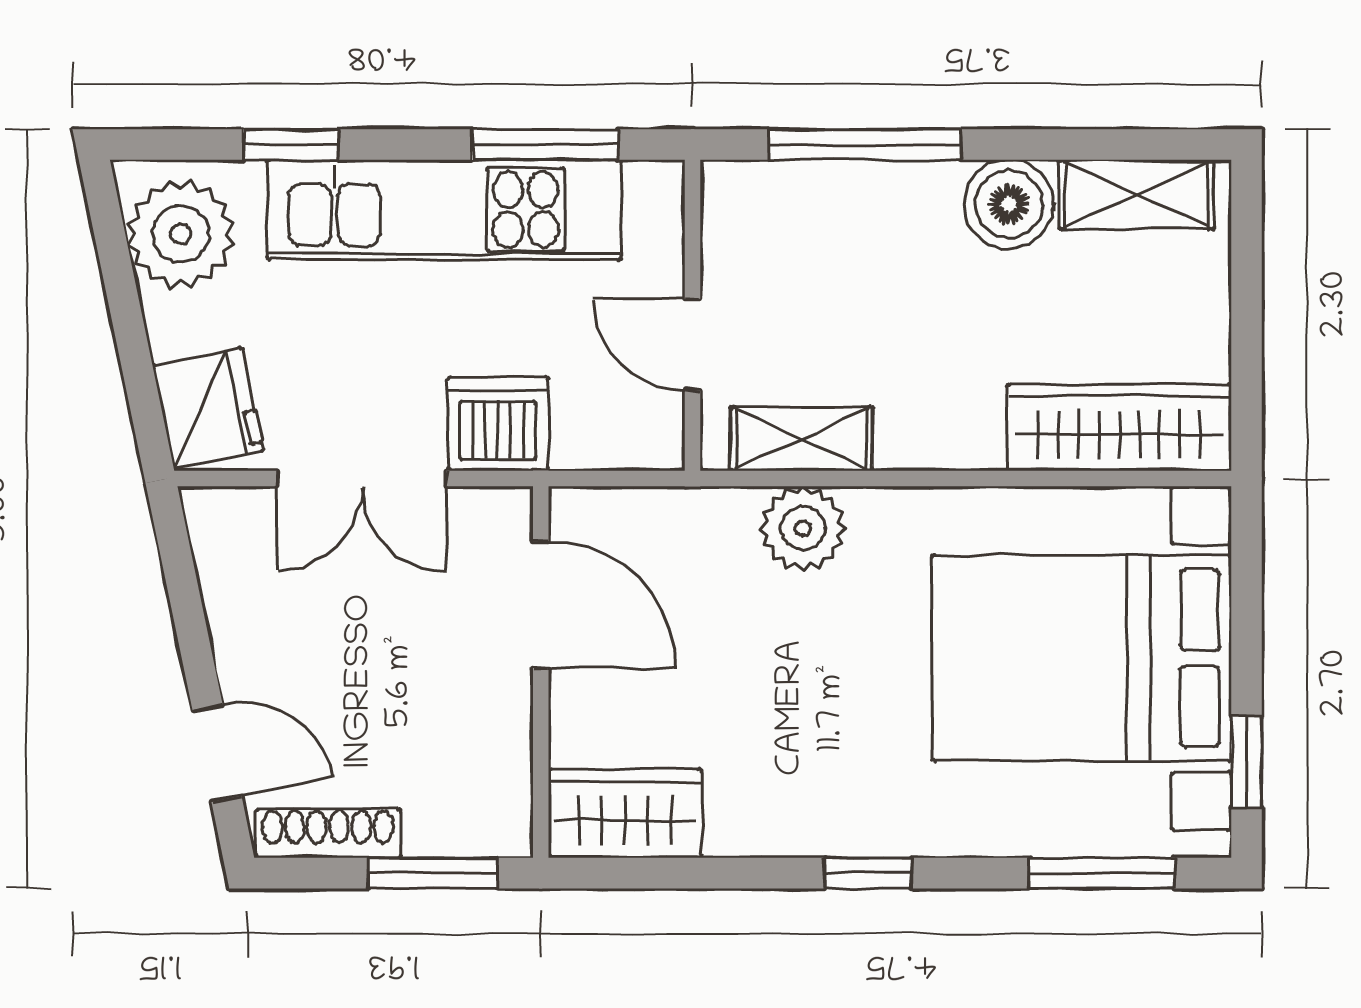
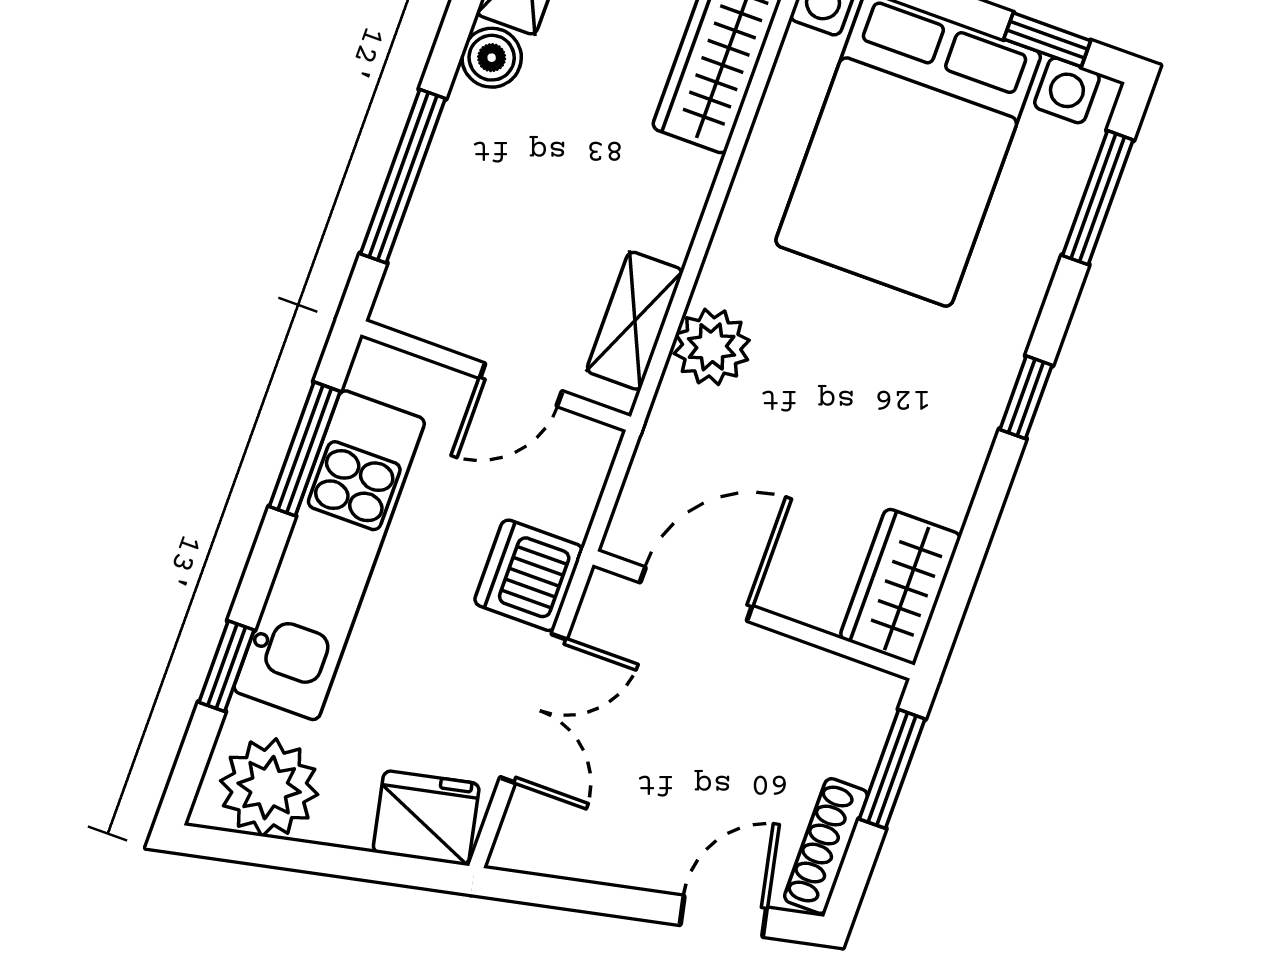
boiler: (1009, 204) -> (492, 58), width x0.73, depth x0.73

